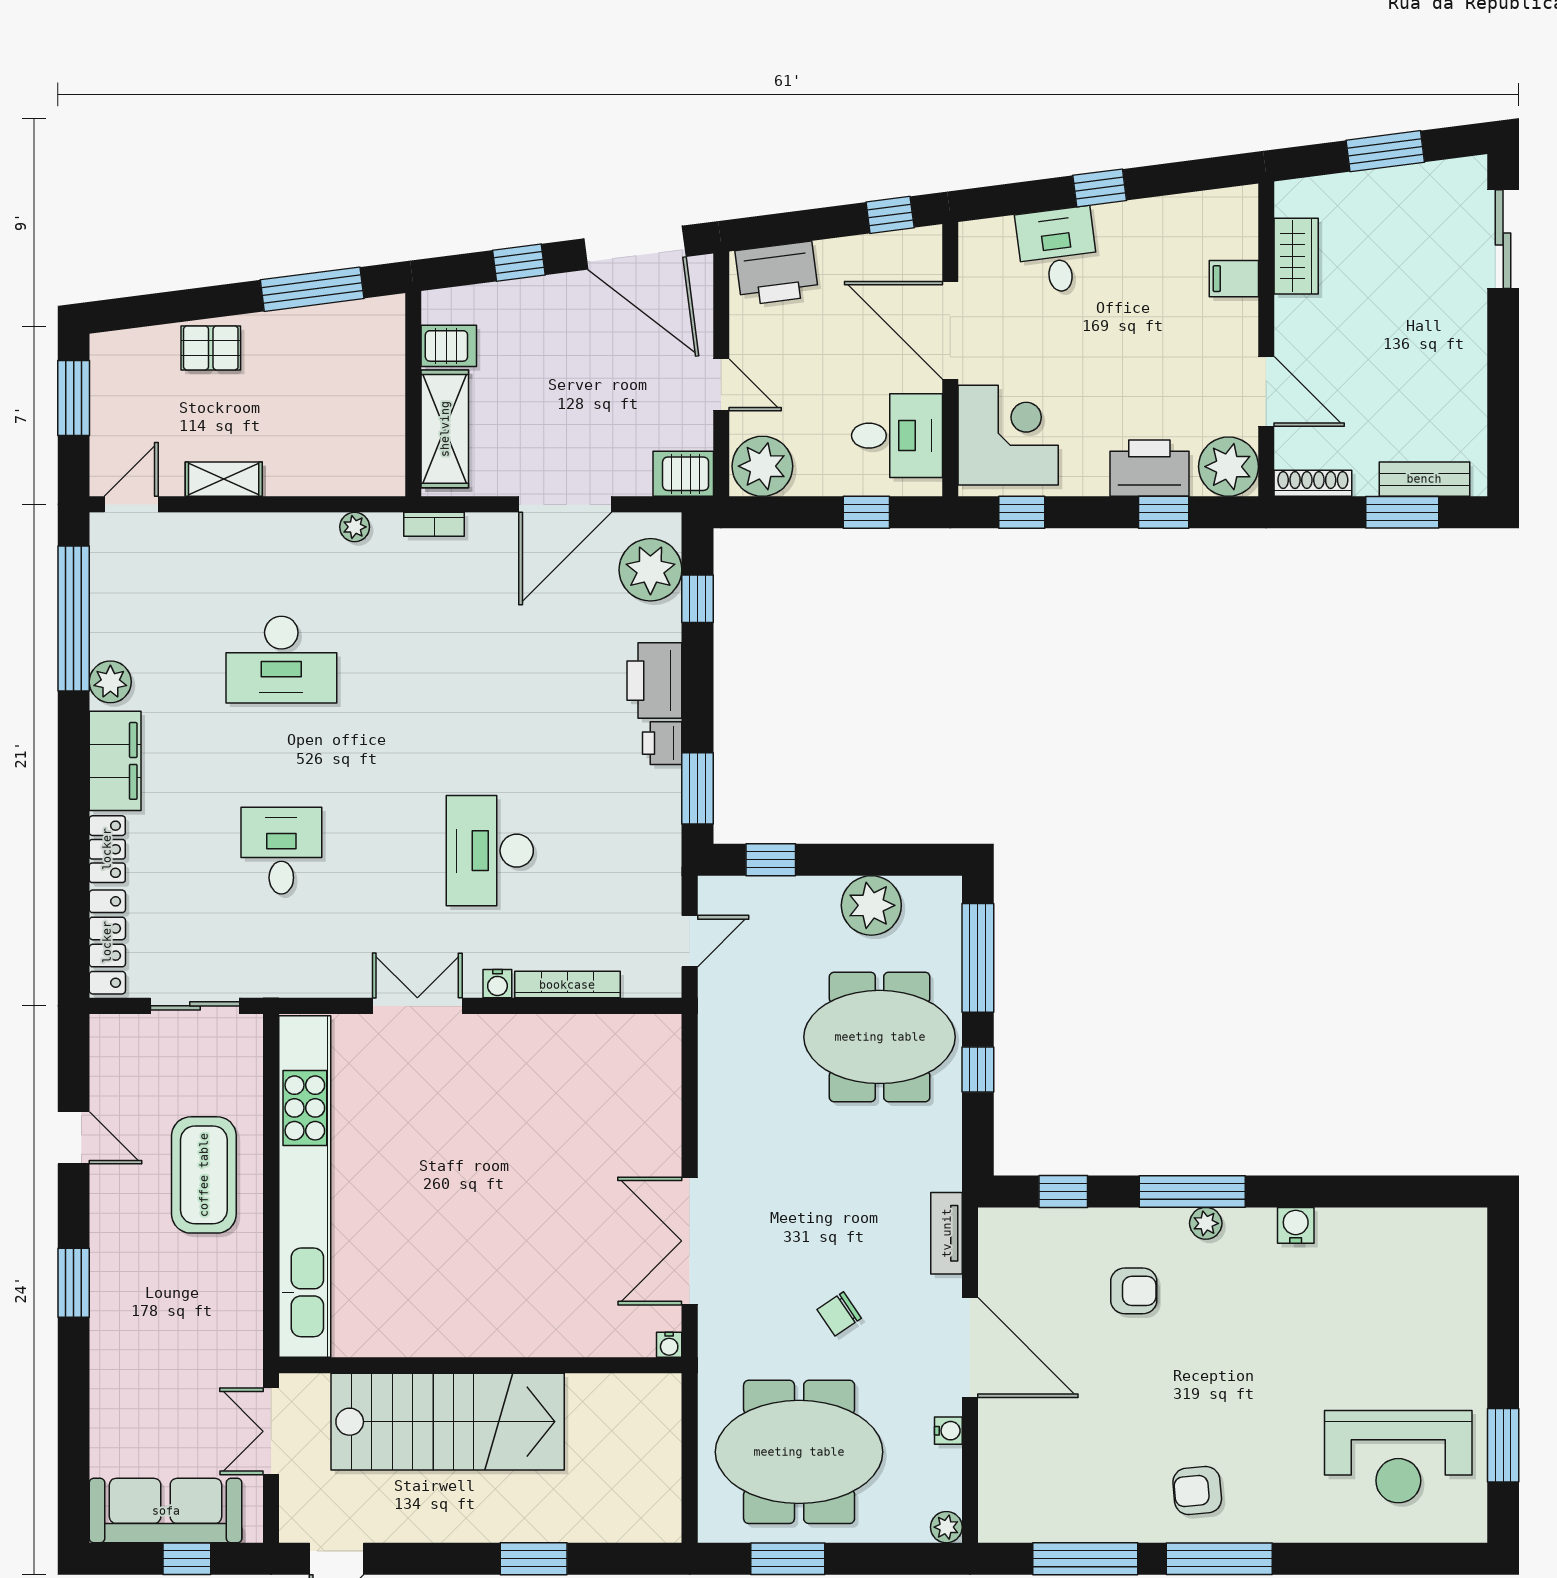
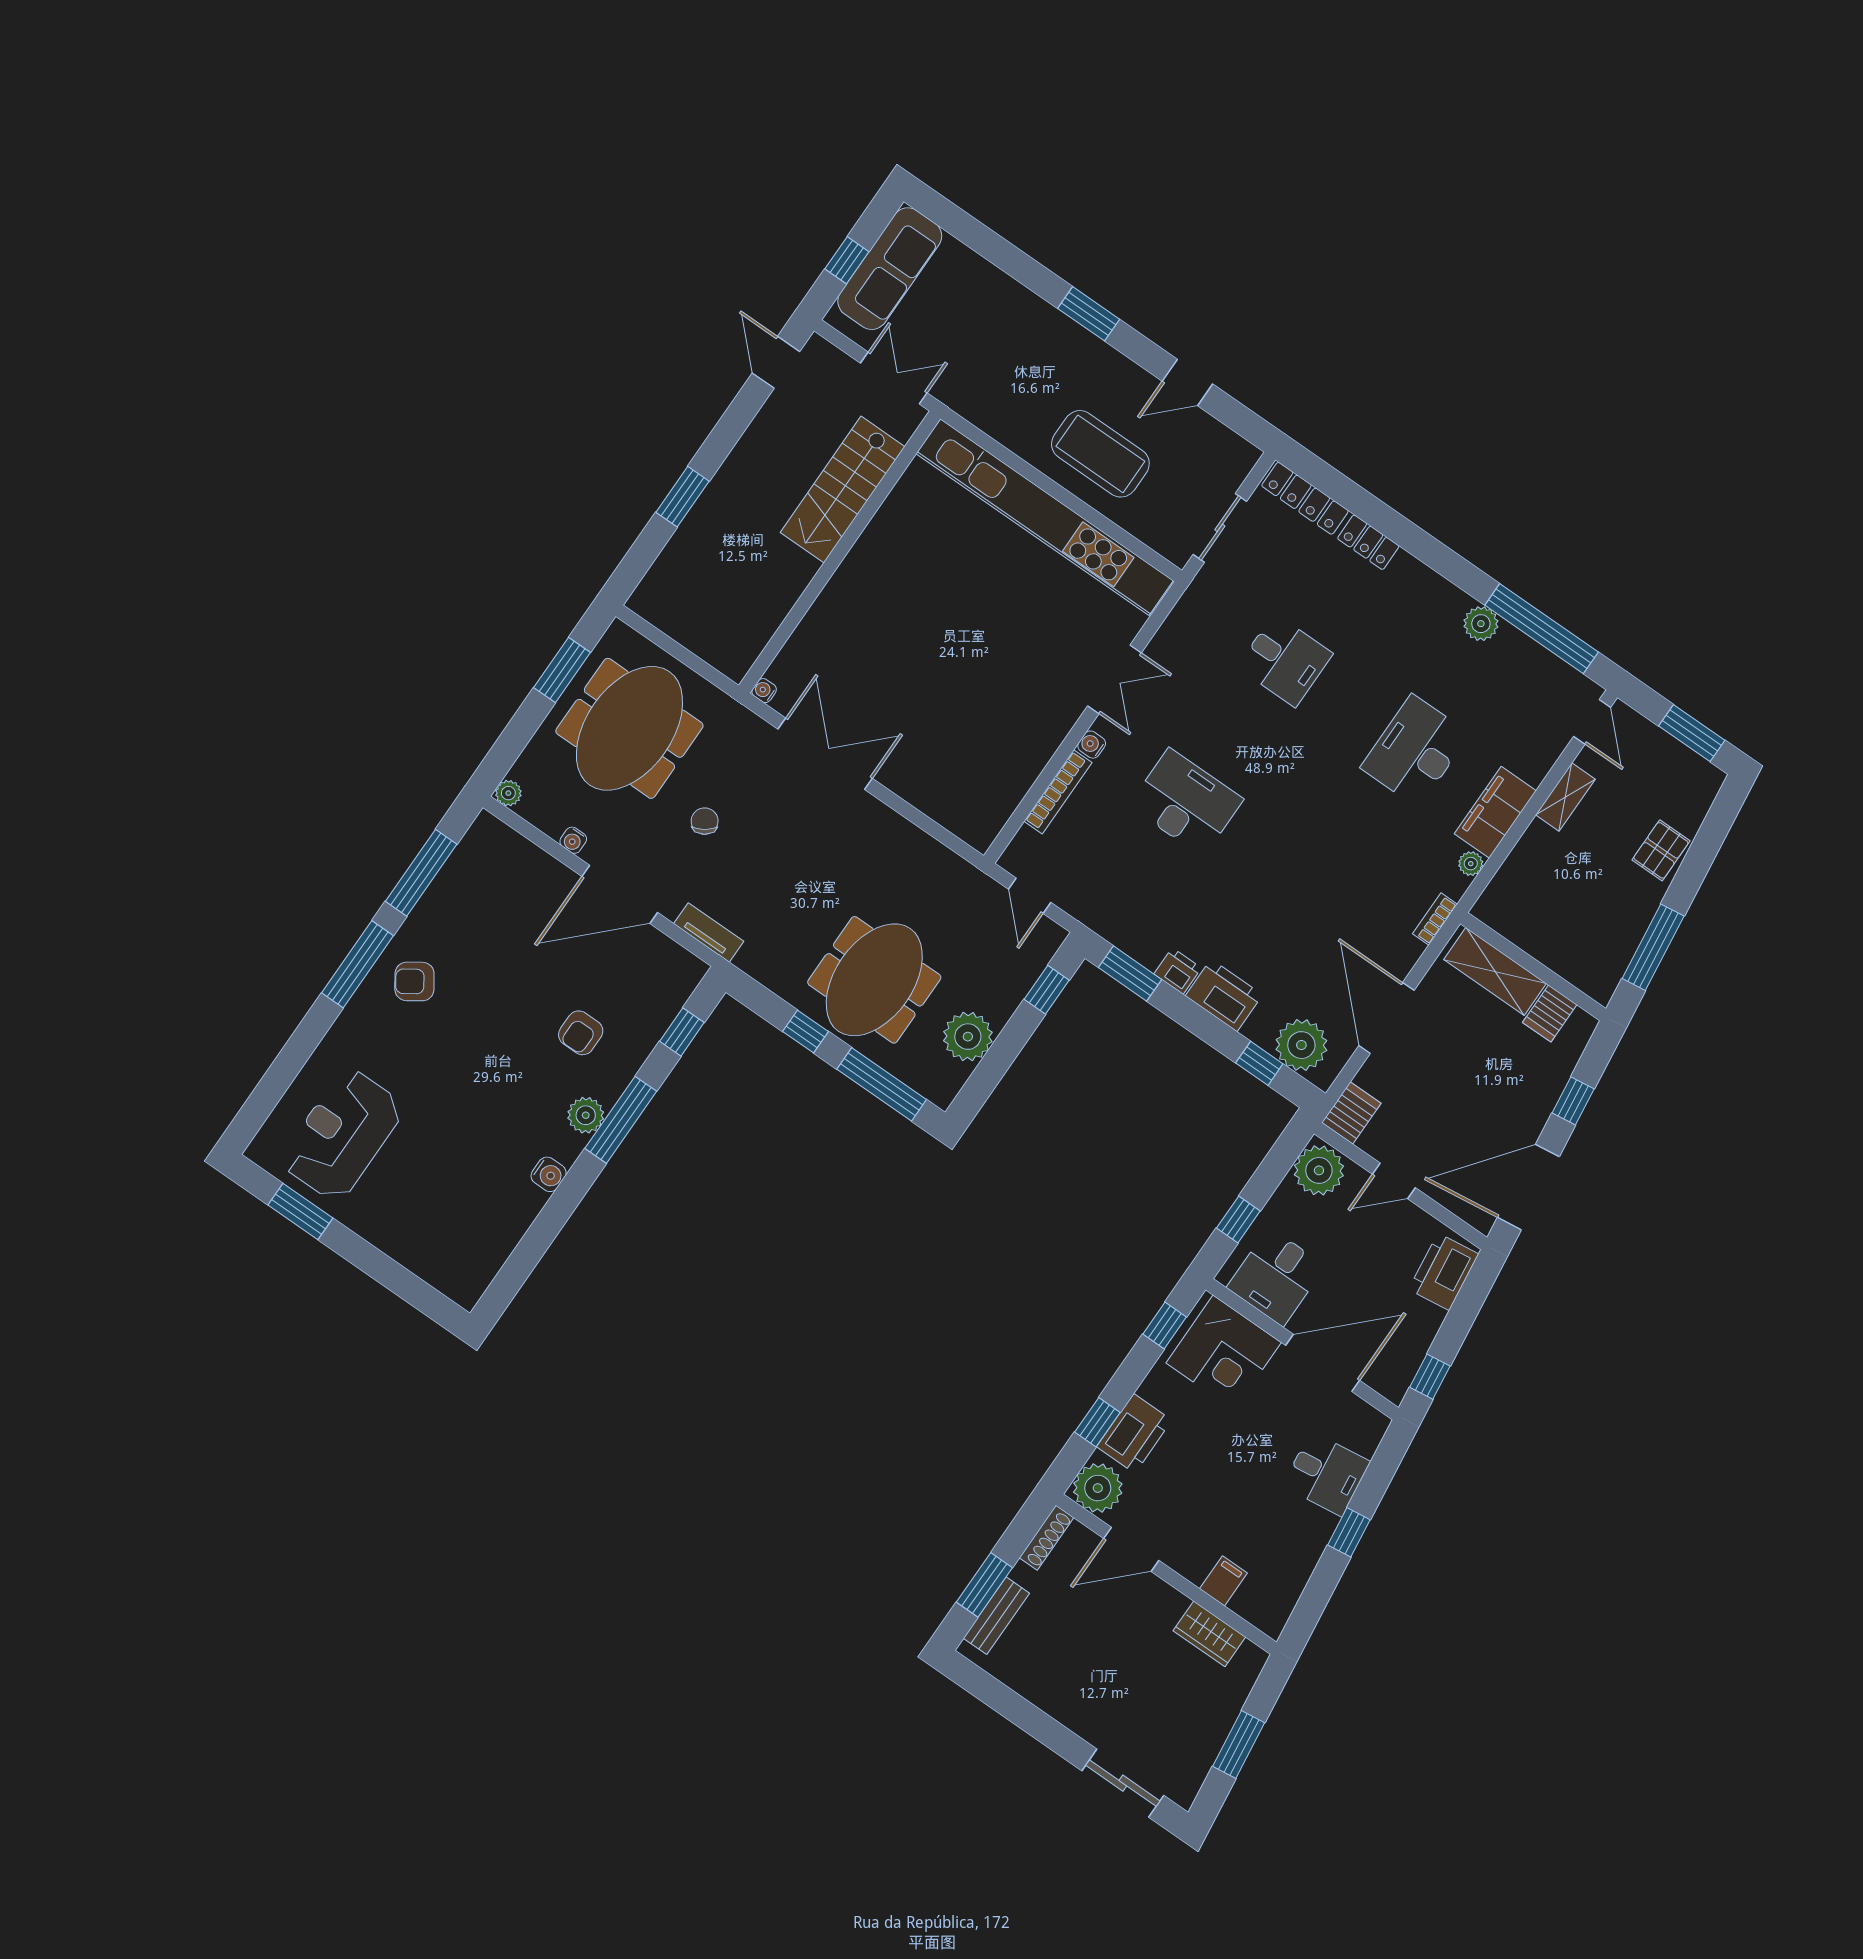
filing cabinet: (115, 761) -> (1495, 812), moved, turned 90
plant: (1206, 1223) -> (586, 1115), width x1.38, depth x1.38
stairs: (448, 1422) -> (843, 490), width x0.73, depth x0.66
armchair: (1197, 1491) -> (414, 981), turned -119

